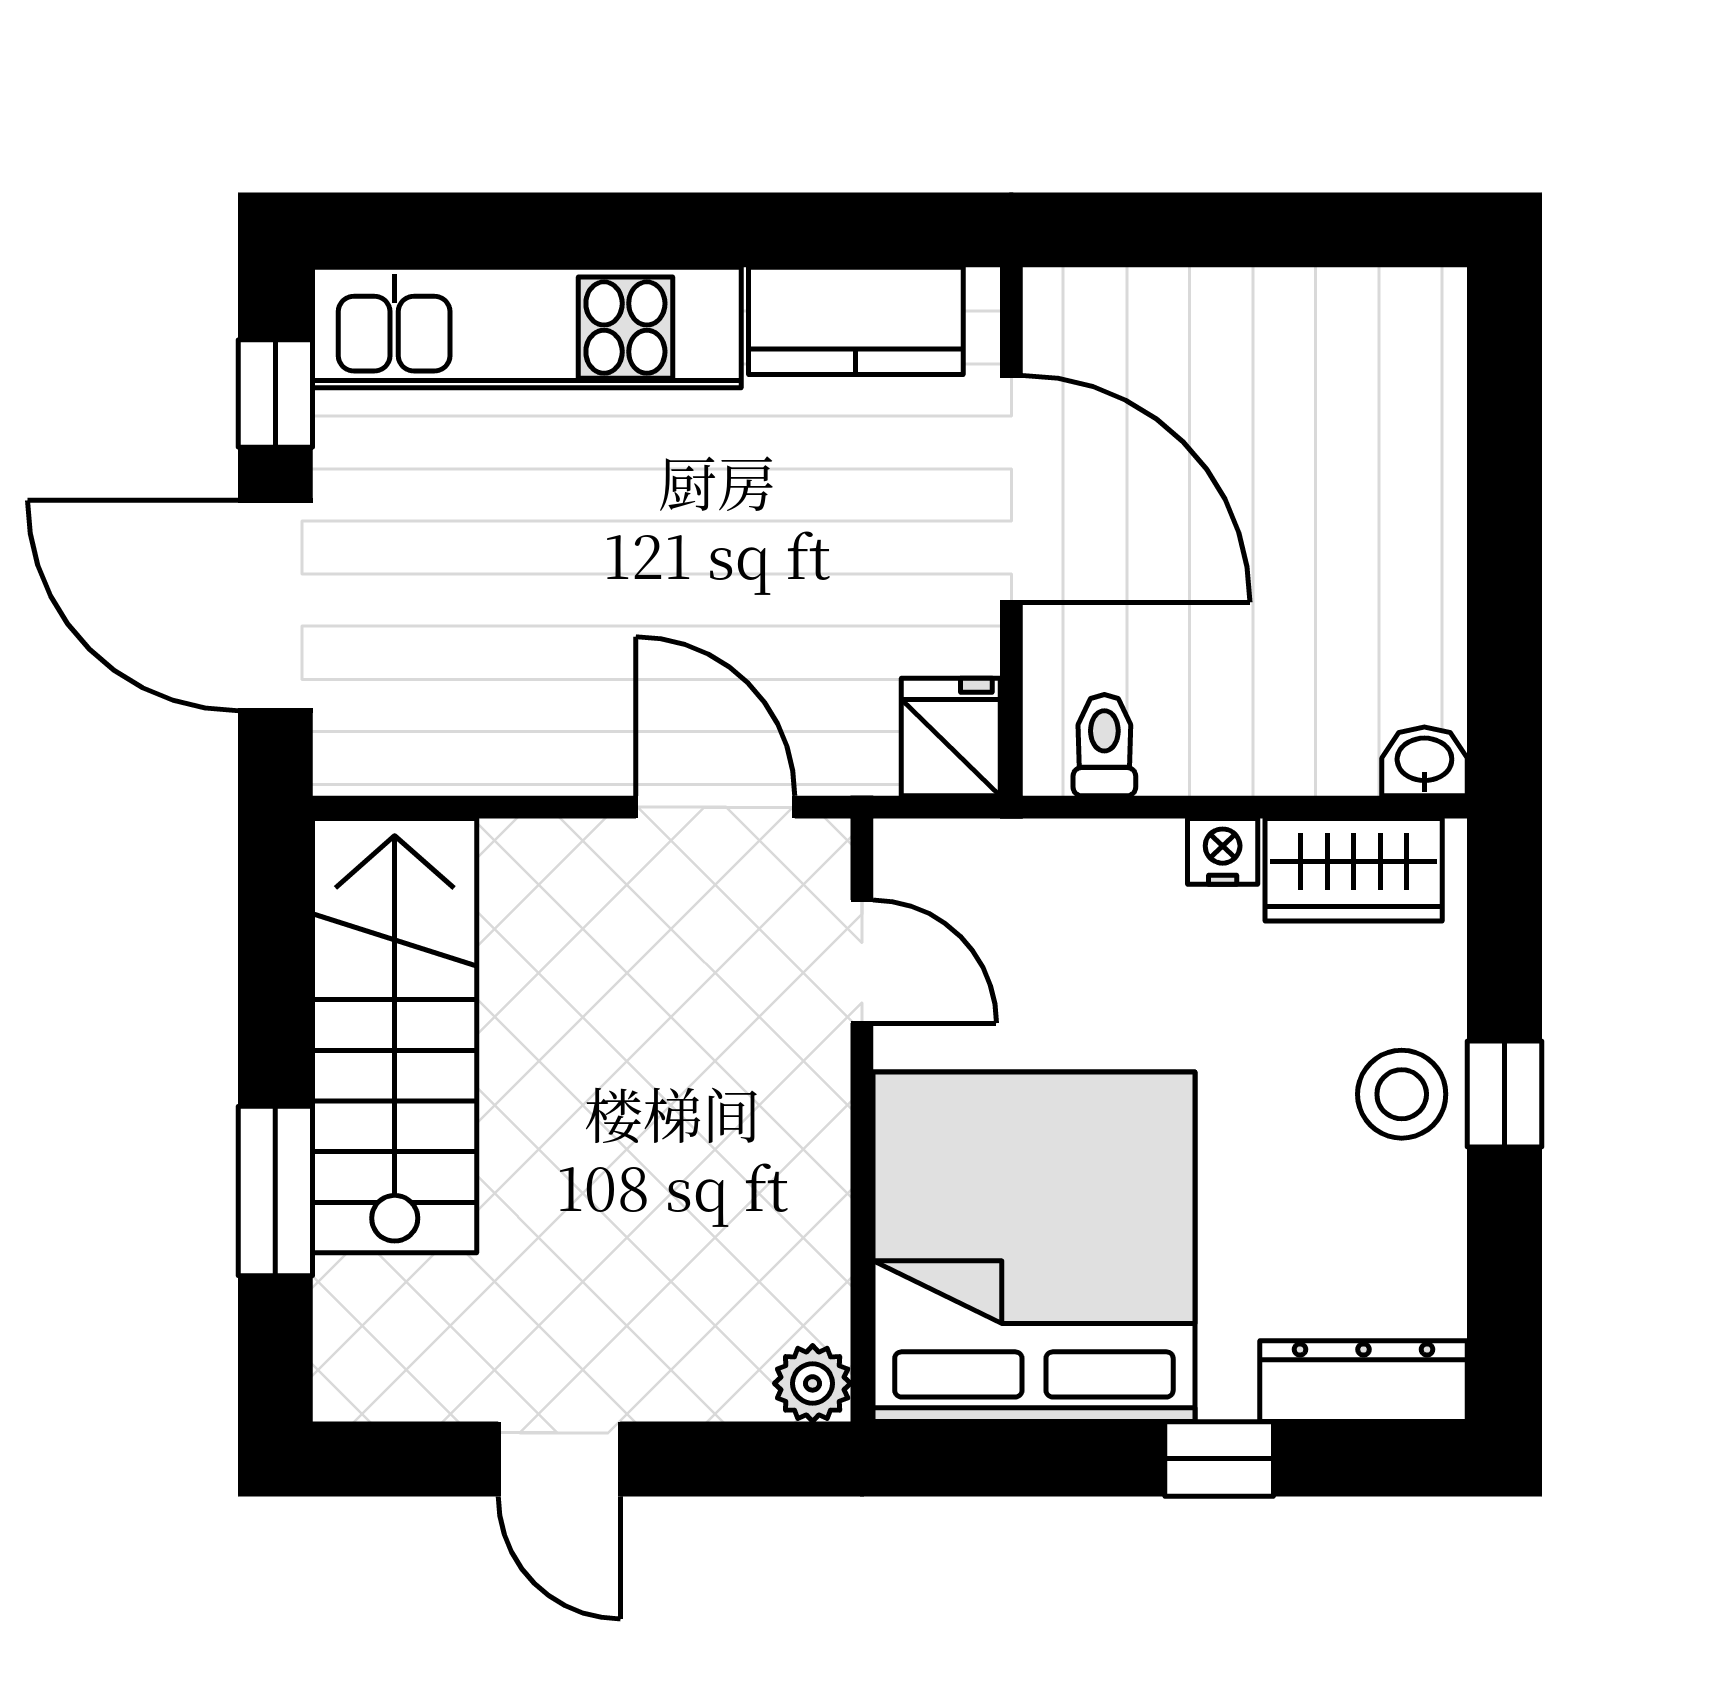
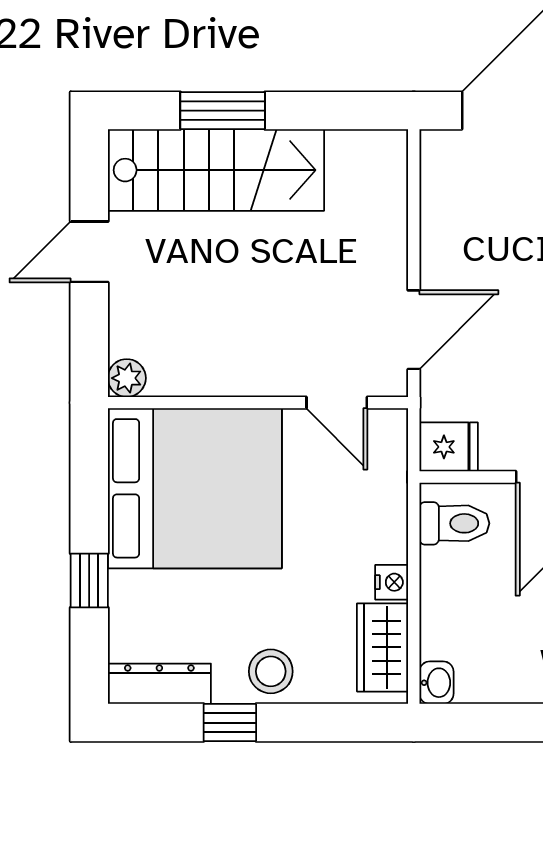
toilet: (1104, 745) -> (454, 523), width x1.37, depth x1.39
door: (862, 962) -> (337, 403), hinge flipped
stairs: (395, 1036) -> (216, 170), moved
window: (1504, 1094) -> (230, 723), moved
dresser: (1364, 1381) -> (159, 684), moved, turned -90

